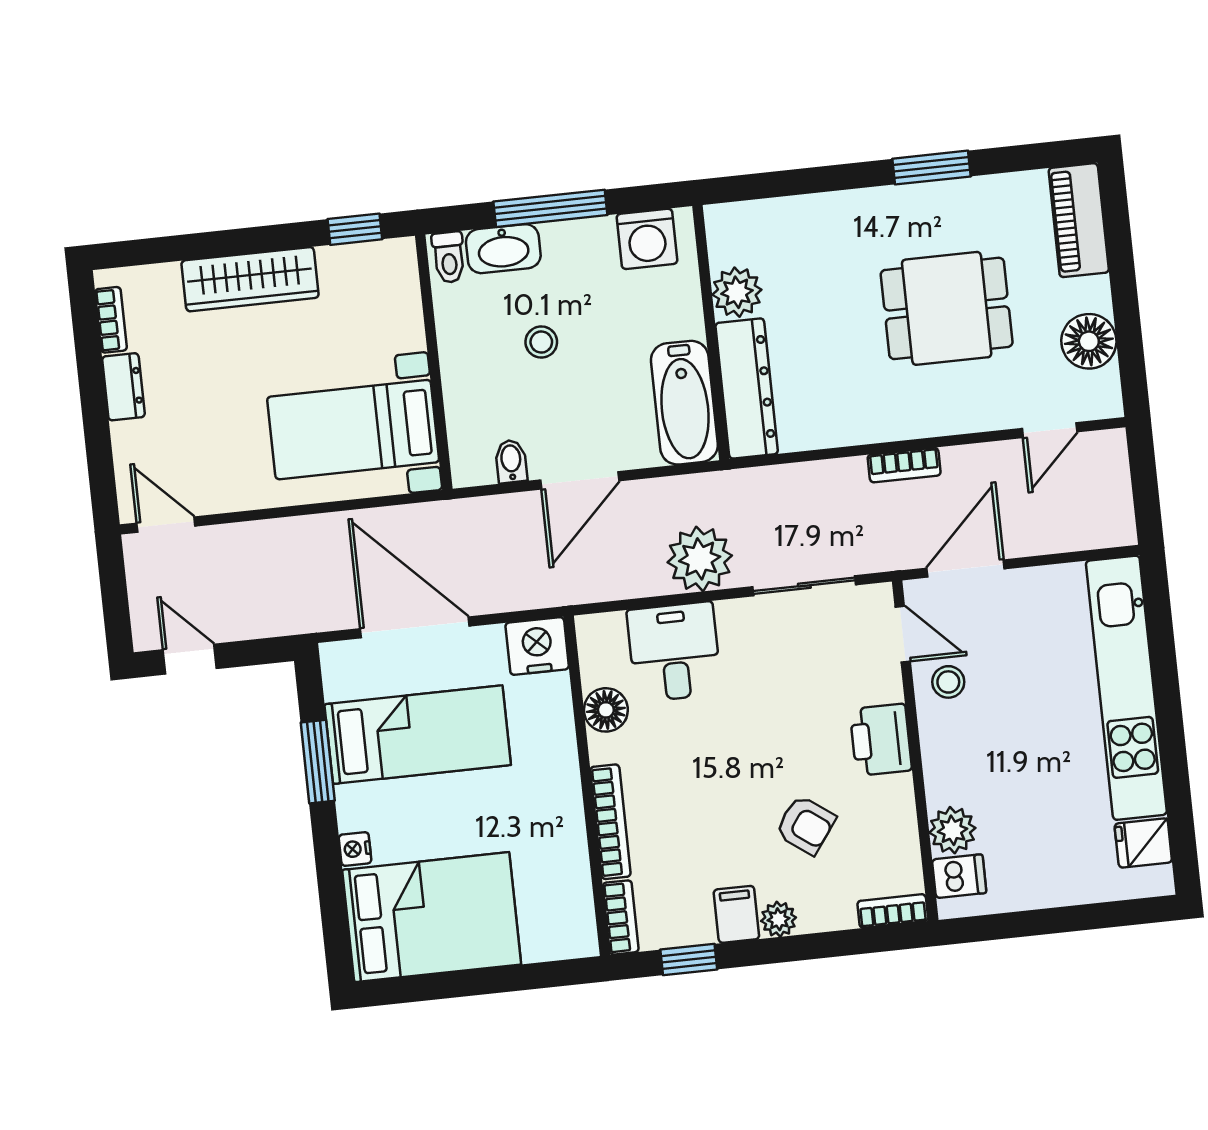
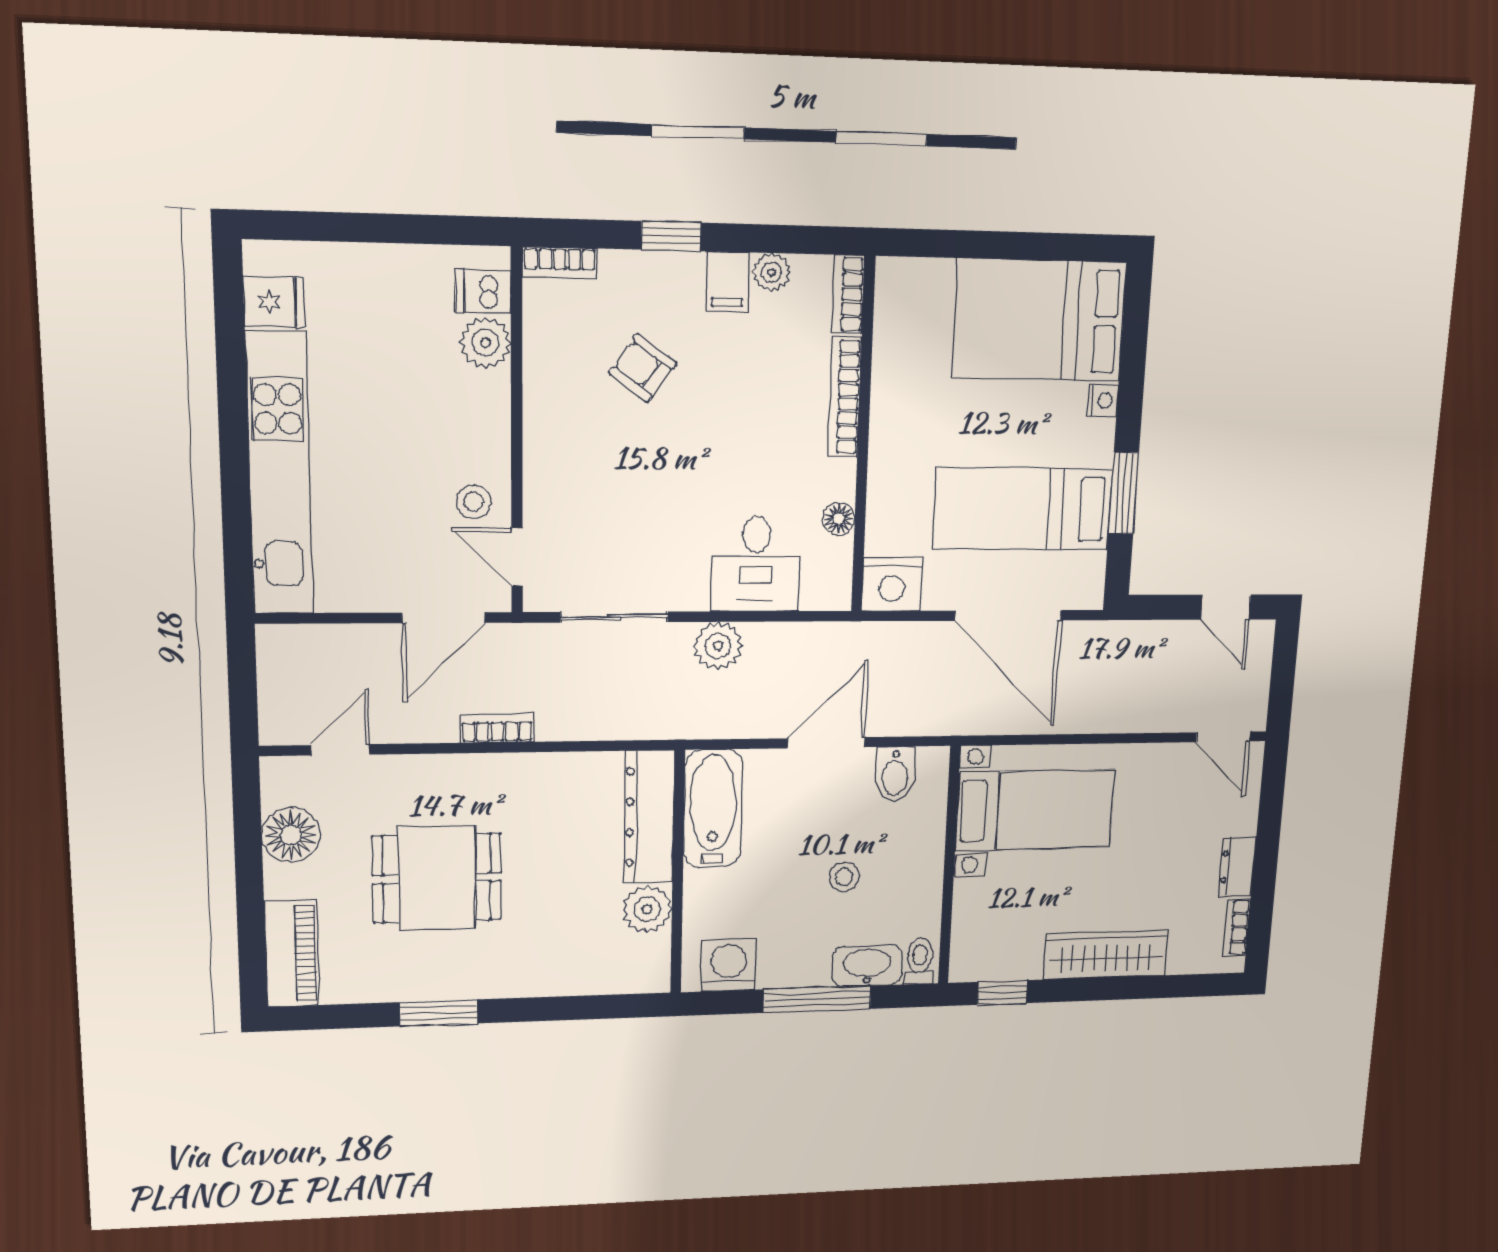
bidet: (511, 461) -> (895, 774), width x1.38, depth x1.36
plant: (700, 559) -> (718, 646), width x0.73, depth x0.73
floor lamp: (606, 710) -> (839, 519), width x0.73, depth x0.73
printer: (881, 740) -> (552, 449), removed
plant: (779, 919) -> (771, 272), moved
window: (689, 960) -> (671, 236), moved

